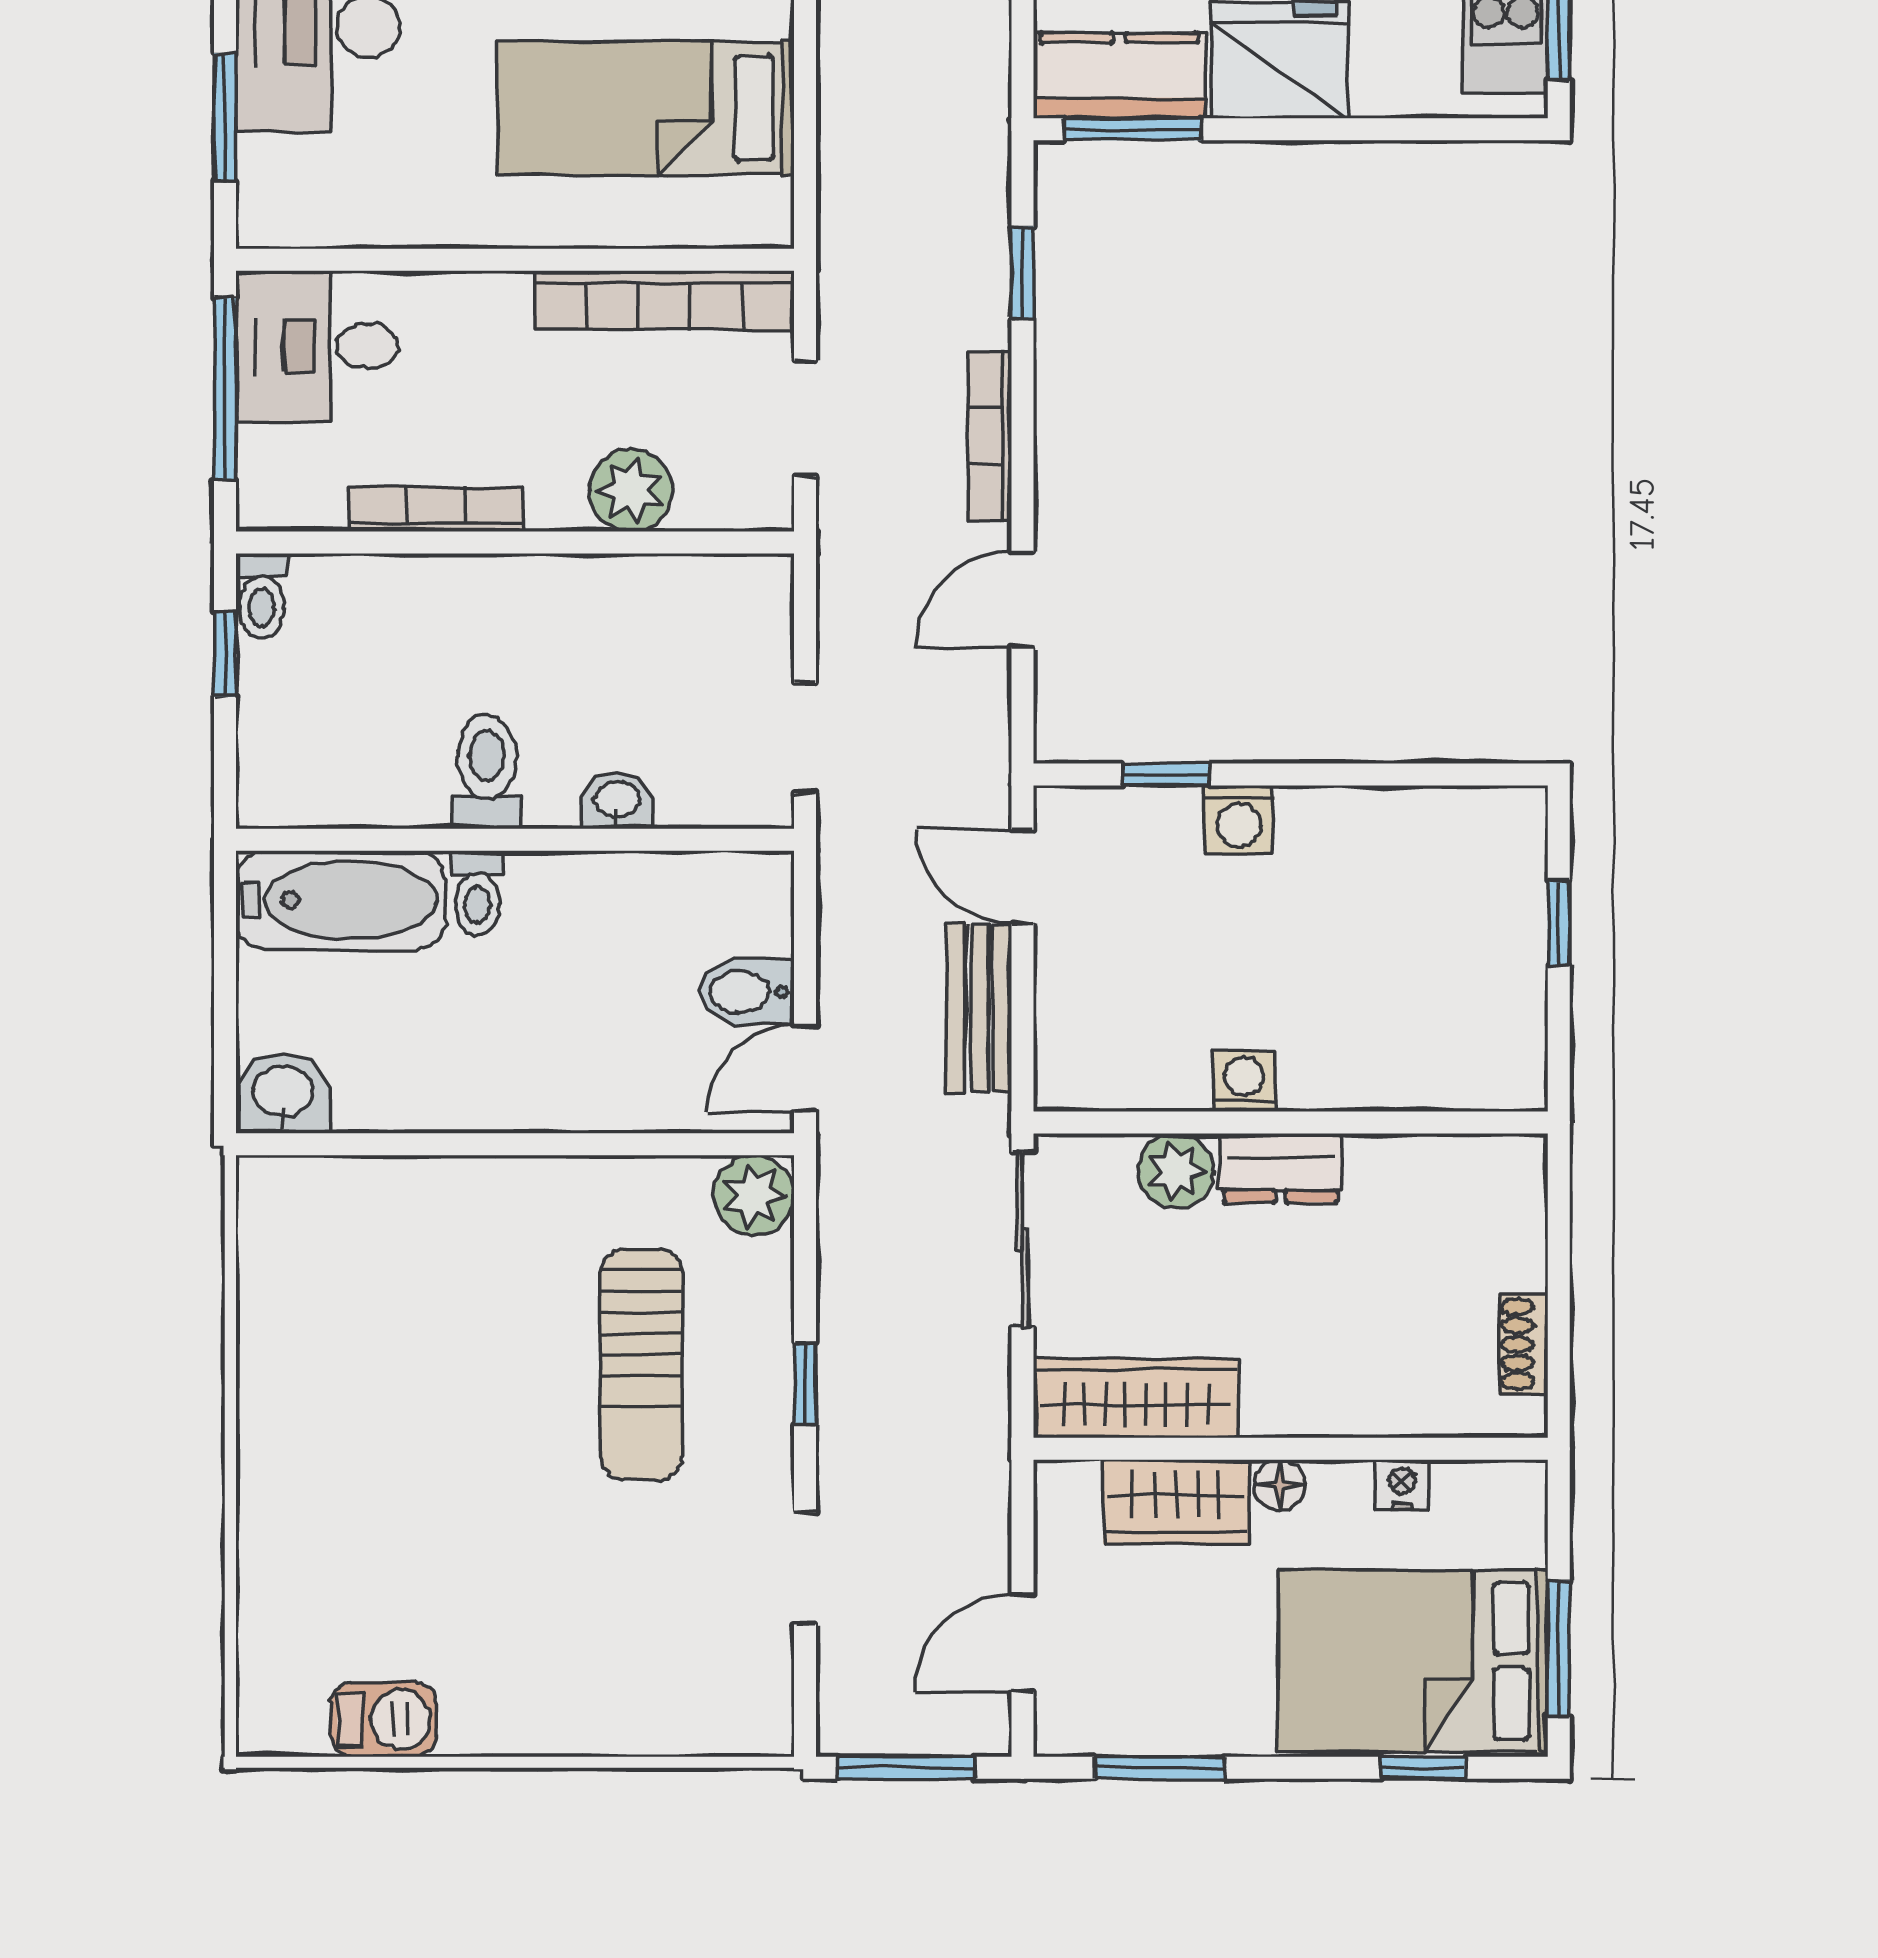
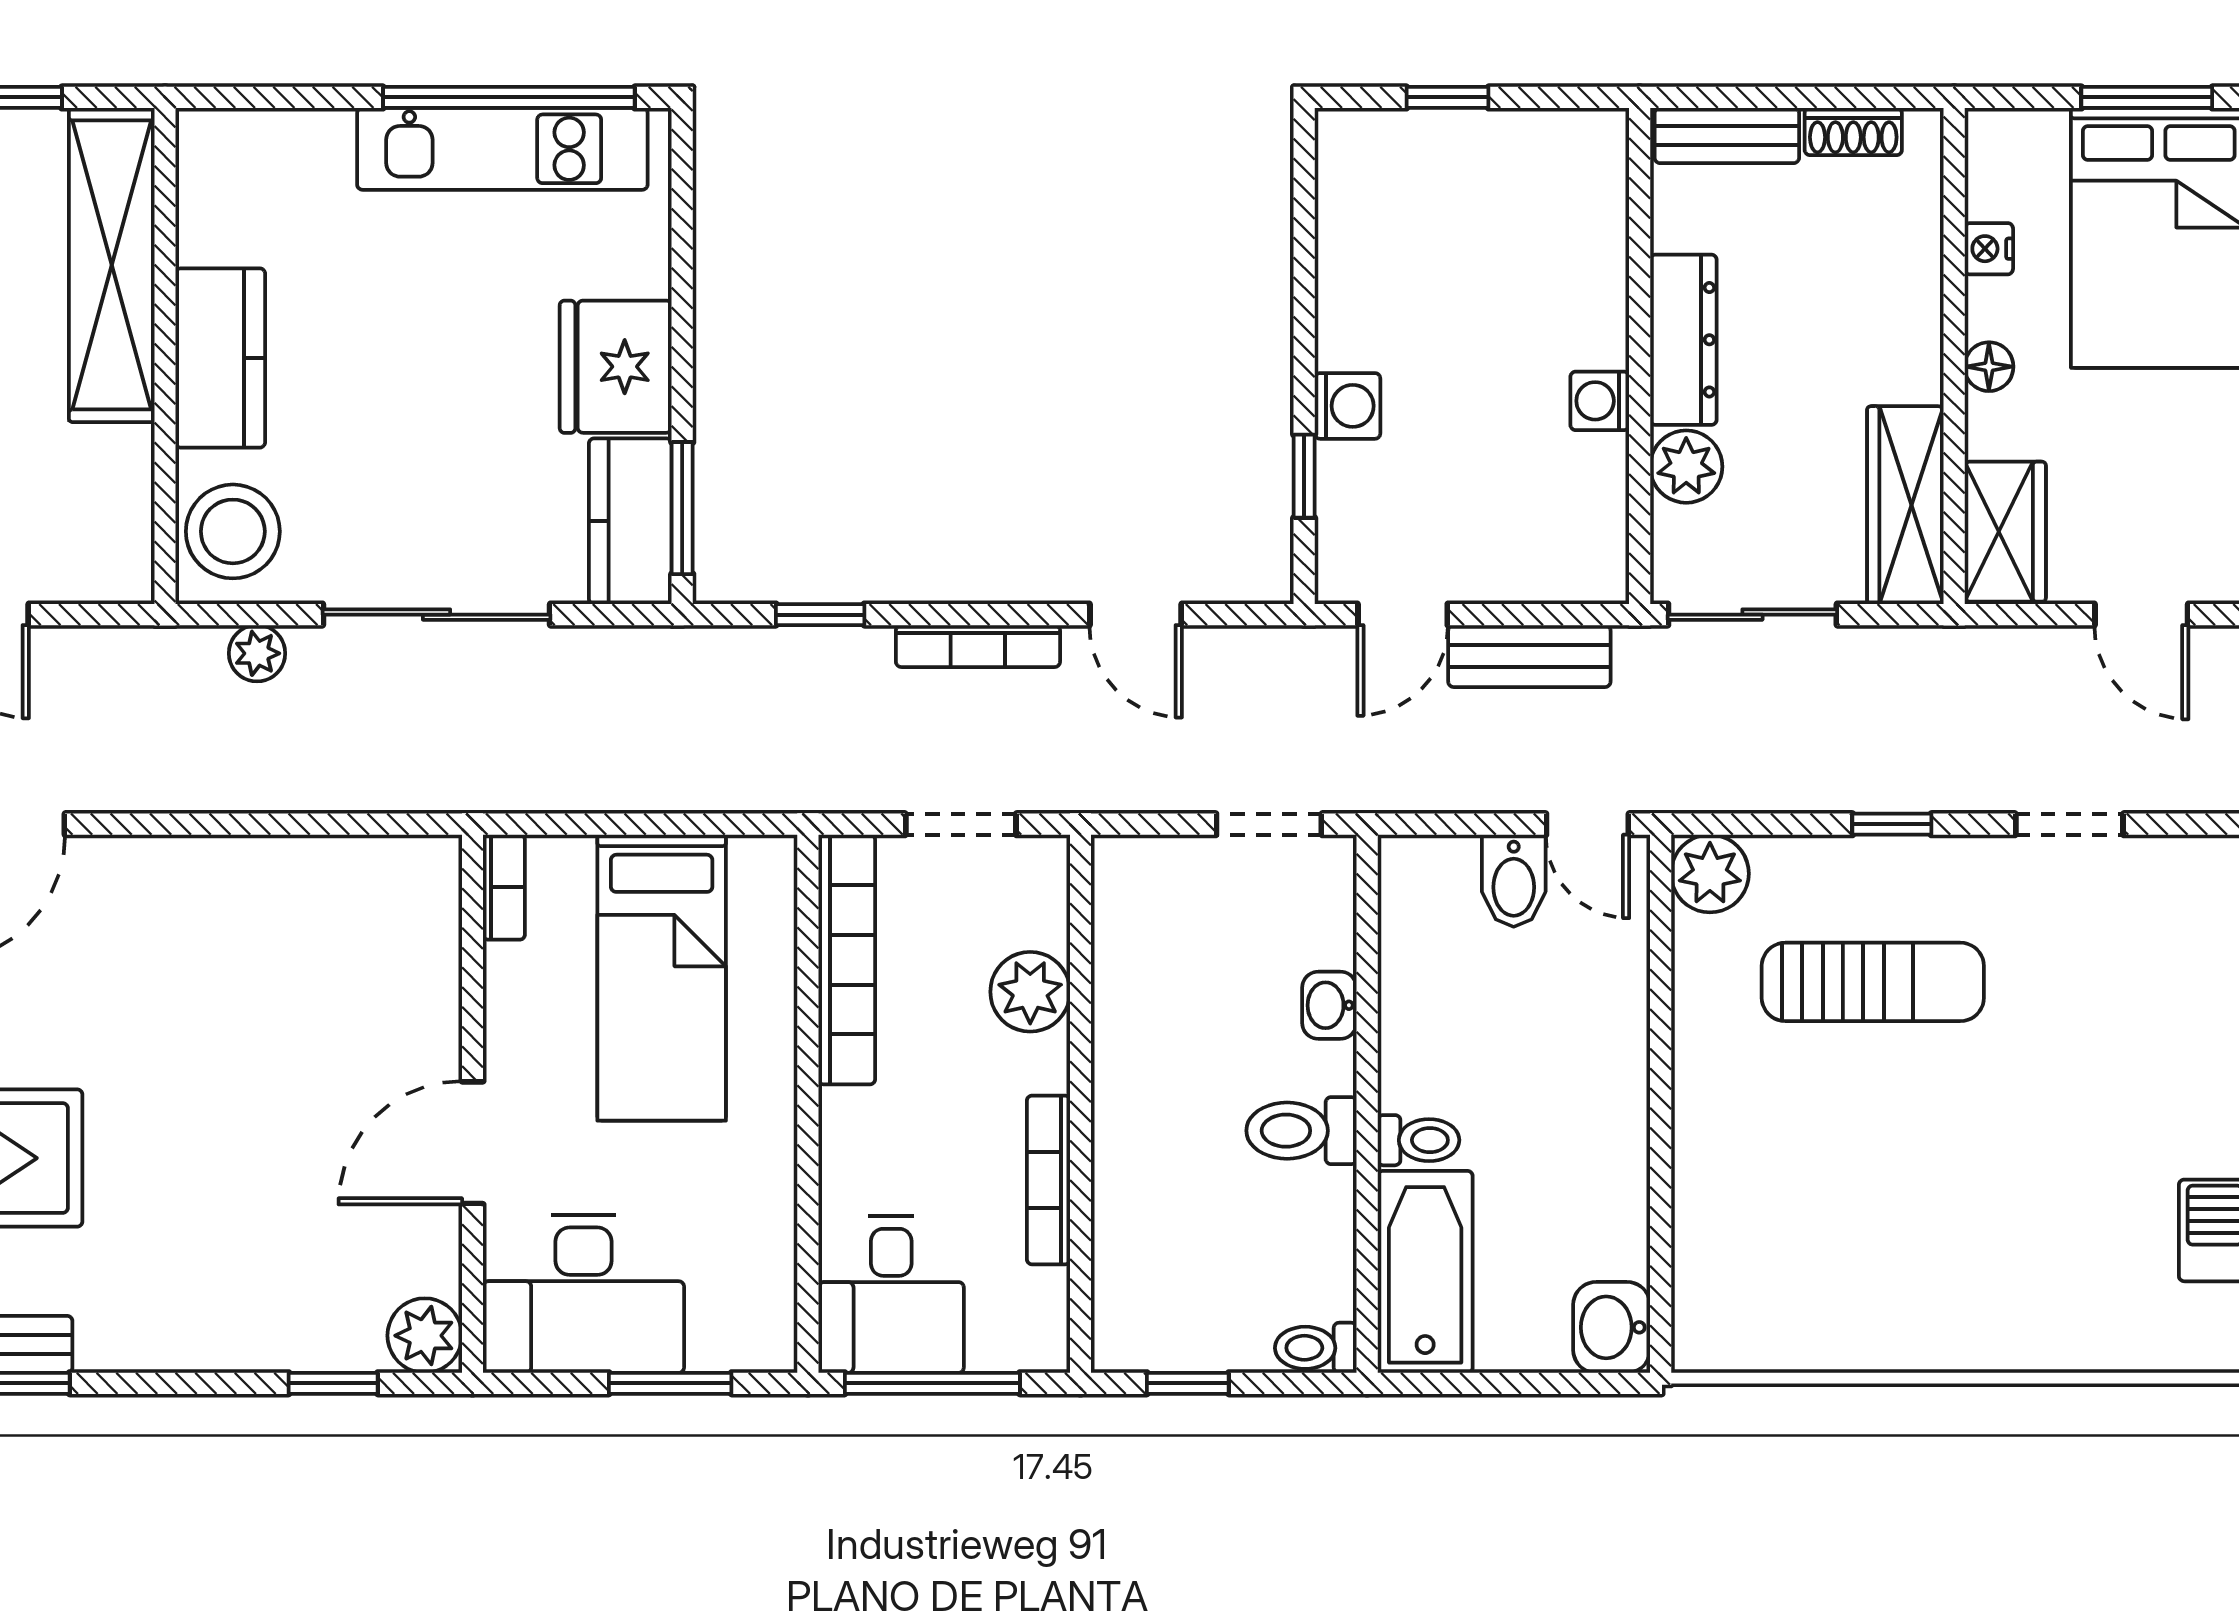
toilet: (262, 596) -> (1316, 1348), moved, turned 180
dresser: (1281, 1168) -> (1683, 340), width x1.44
bench: (1519, 1213) -> (1727, 135), added
wardrobe: (1176, 1502) -> (2005, 532), moved

